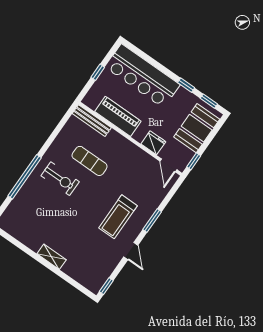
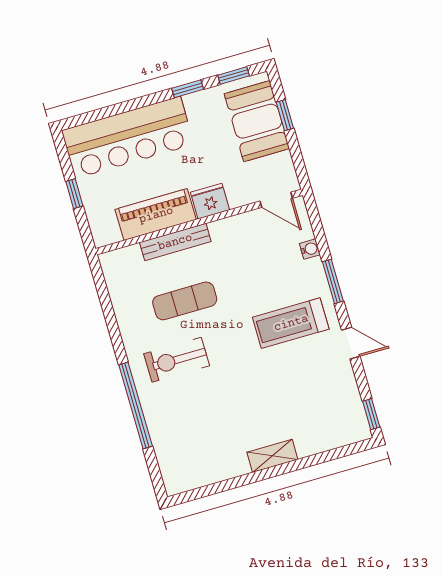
bench: (92, 121) -> (175, 242), moved
fridge: (153, 143) -> (210, 201), moved
window: (194, 161) -> (285, 115), moved
exercise bike: (60, 179) -> (177, 360), turned 180
water cooler: (158, 198) -> (310, 249), added
treadmill: (118, 217) -> (291, 323), turned 90

